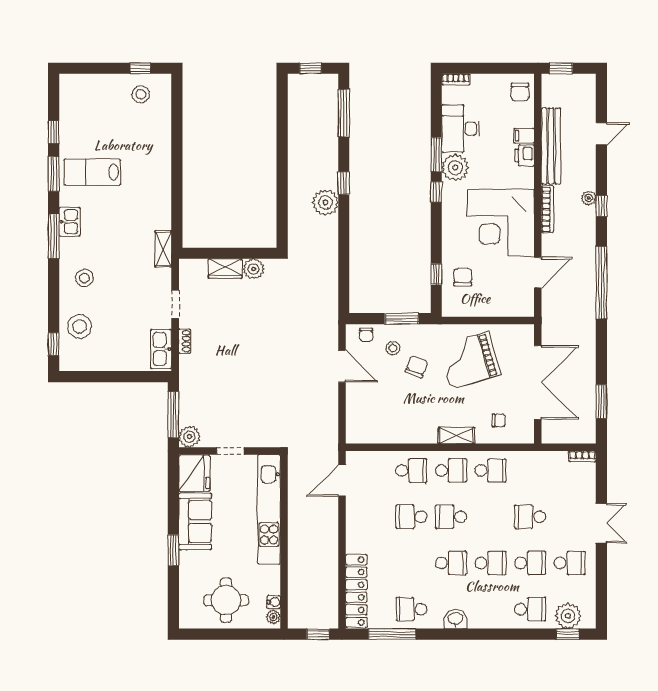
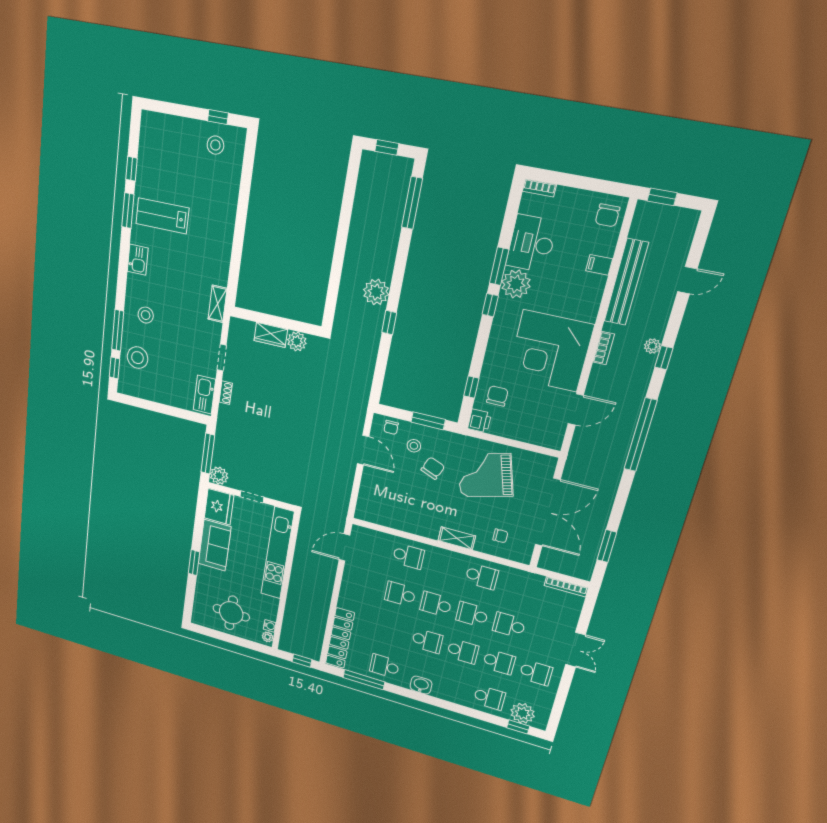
printer: (525, 155) -> (479, 421), moved, turned 180
window: (344, 183) -> (389, 323), moved
bookcase: (547, 209) -> (604, 348), width x0.64
window: (54, 236) -> (118, 330), moved
bookcase: (582, 456) -> (566, 587), width x1.56
school desk: (451, 470) -> (472, 615), moved, turned 180

